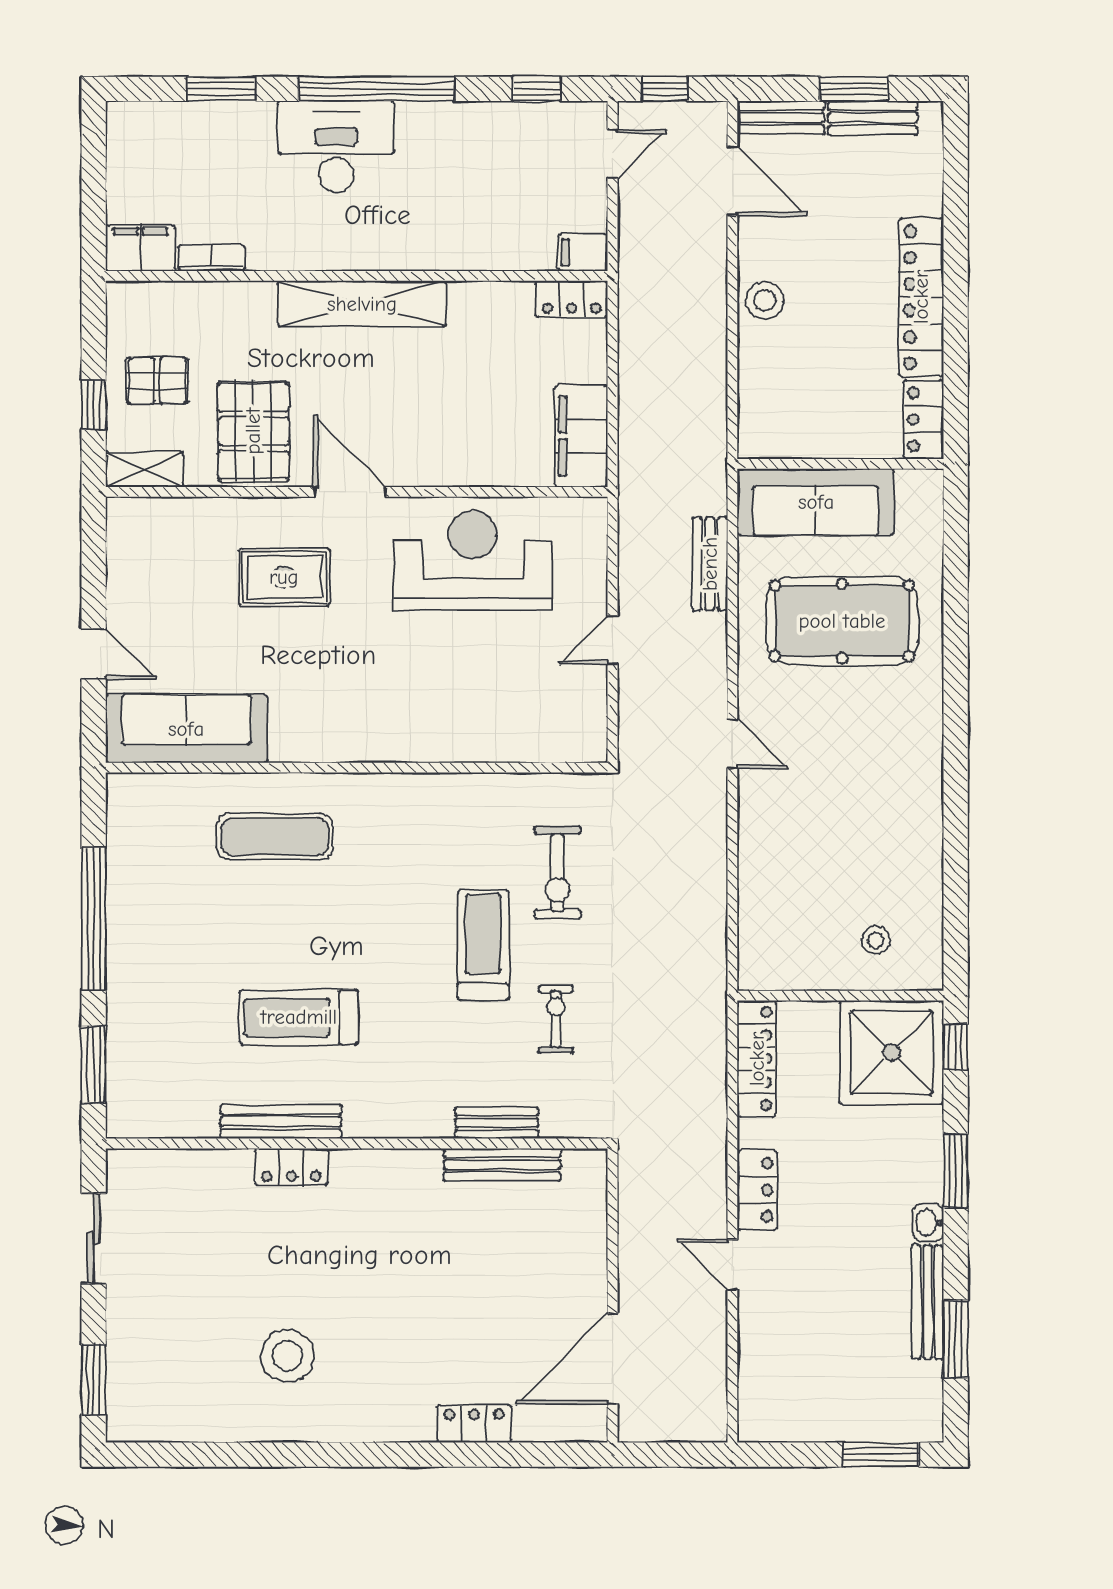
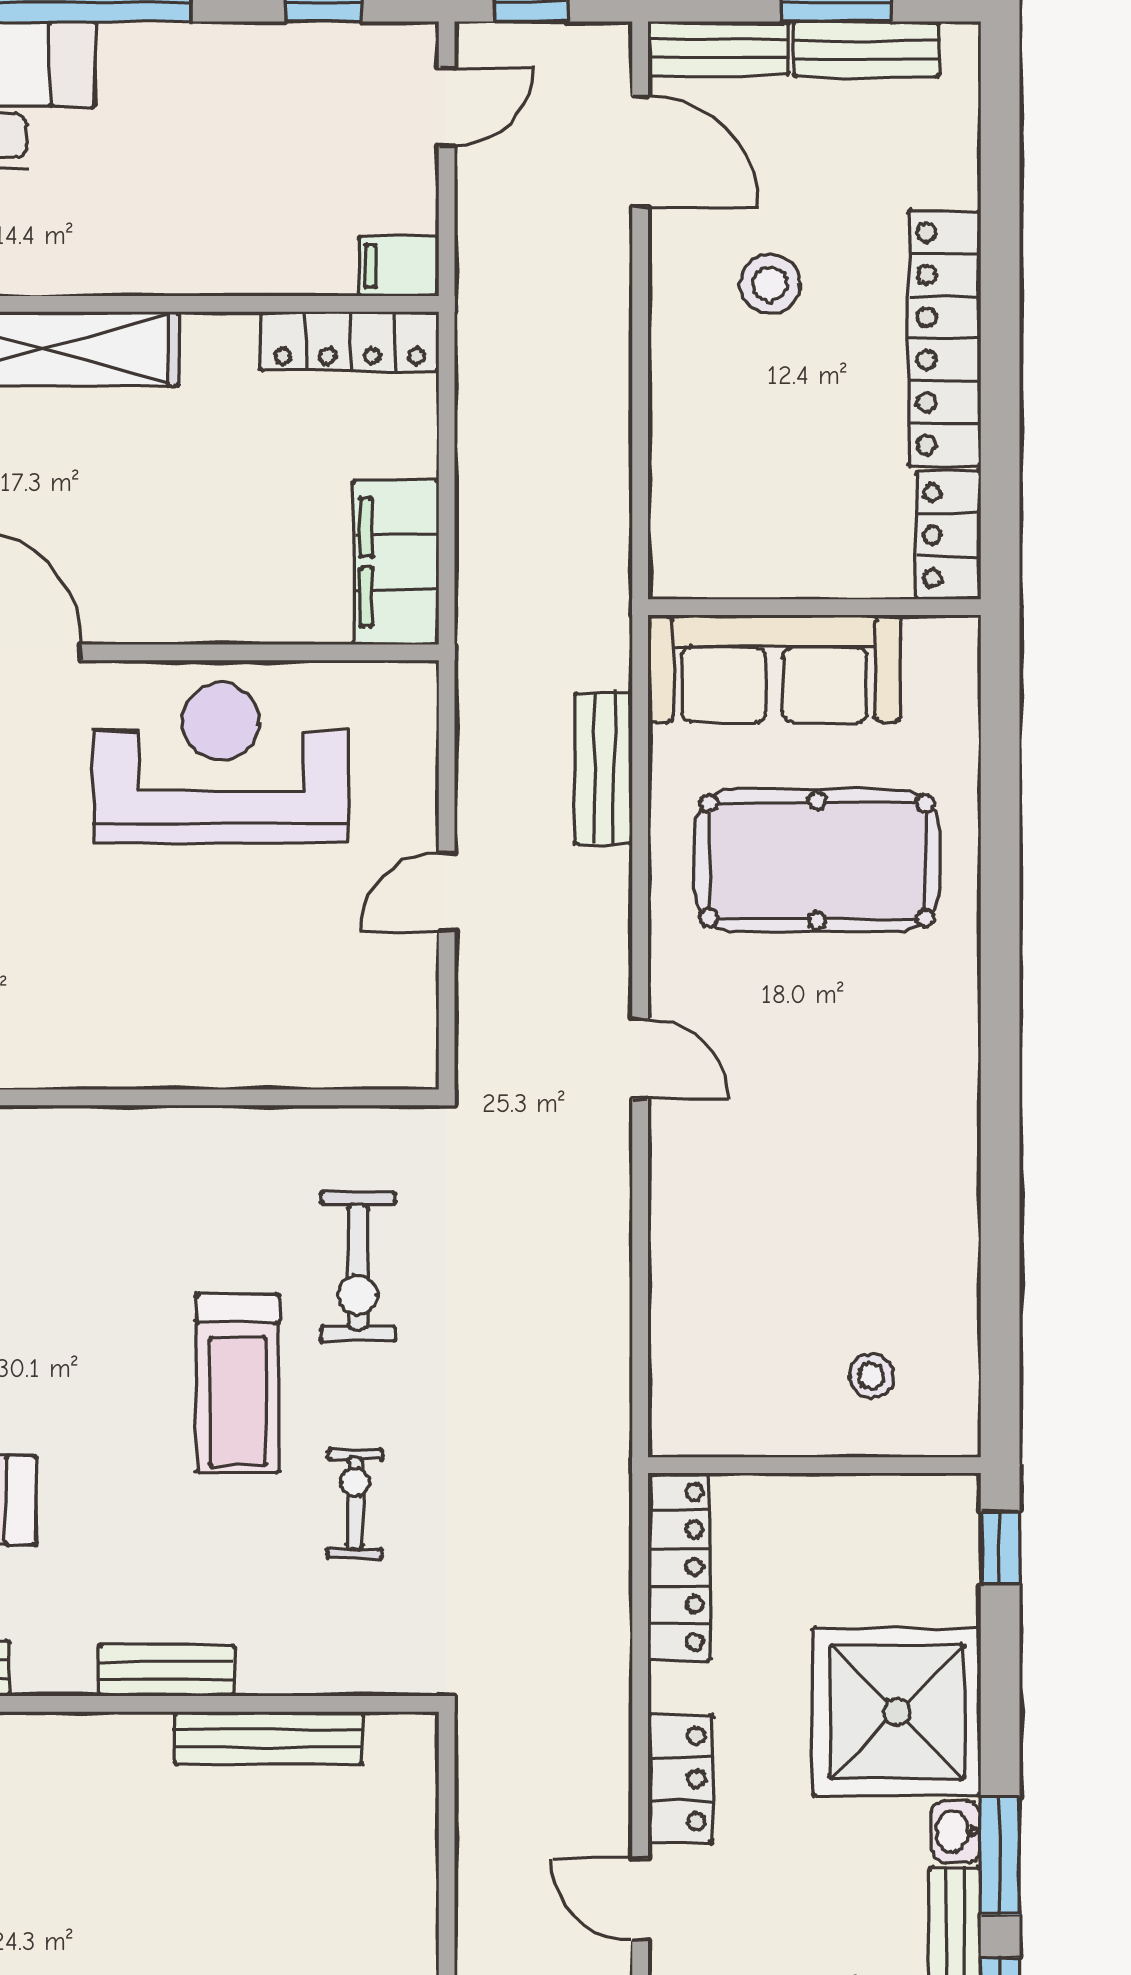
locker: (572, 299) -> (350, 341), width x1.53
stool: (765, 300) -> (770, 284), moved
treadmill: (483, 945) -> (238, 1384), turned 180
shower: (892, 1052) -> (897, 1712), moved
bench: (497, 1123) -> (167, 1670), moved
window: (956, 1171) -> (1000, 1856), moved

